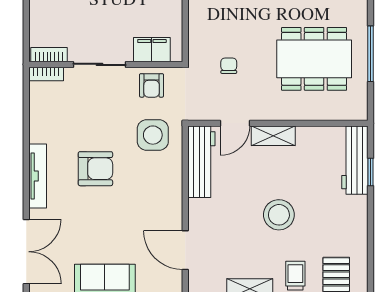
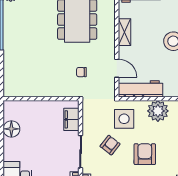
armchair: (152, 85) -> (110, 145), moved, turned -52
shelving: (273, 136) -> (124, 32), moved
plant: (166, 190) -> (158, 111), added

